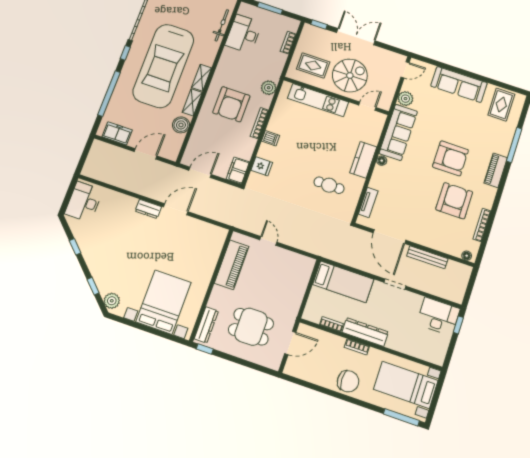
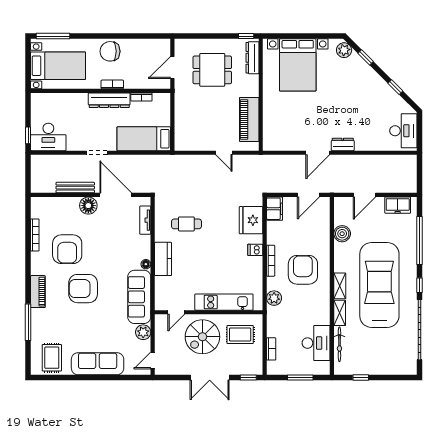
shelving: (192, 102) -> (340, 313), moved
fridge: (262, 166) -> (251, 220), width x1.88, depth x1.34
floor lamp: (467, 256) -> (88, 206), moved, width x1.89, depth x1.89

